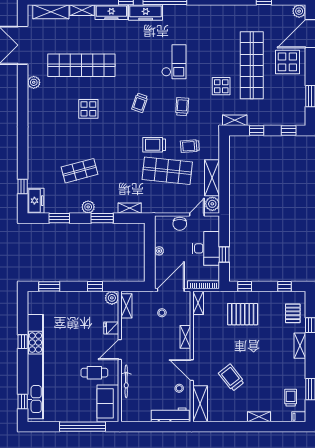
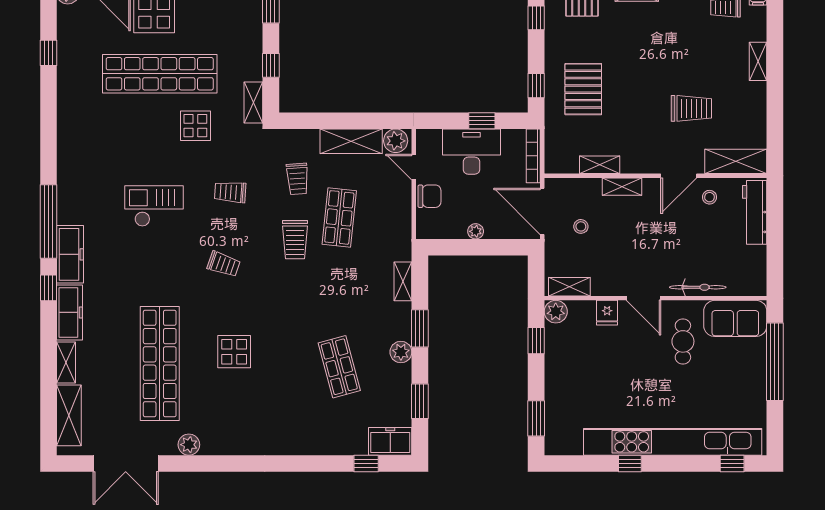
shop shelf: (167, 171) -> (339, 217), width x0.70, depth x0.74
shelving: (198, 303) -> (600, 165), moved
trolley: (231, 378) -> (691, 108), turned -142

